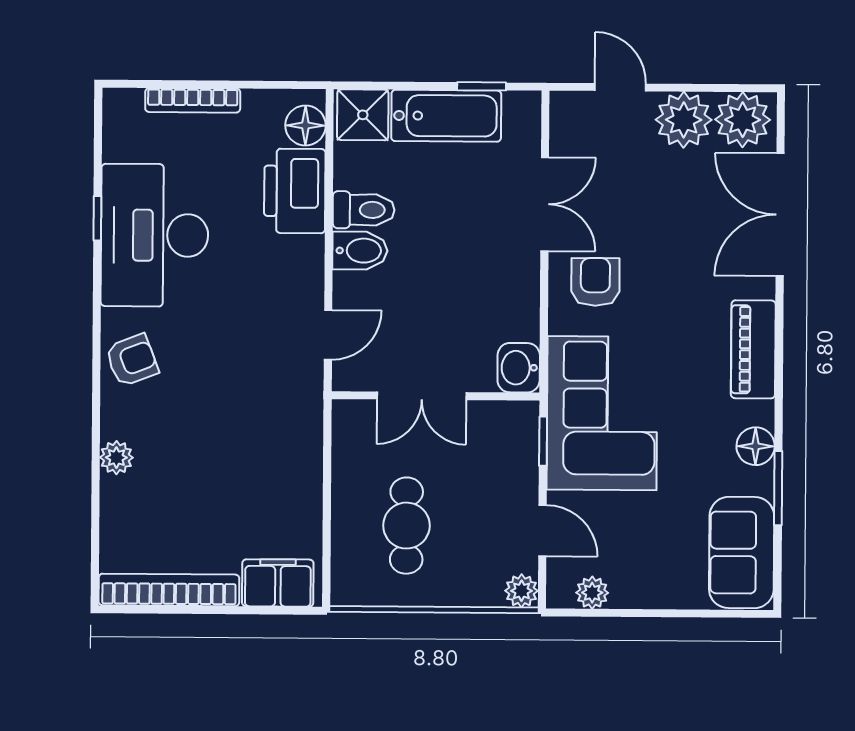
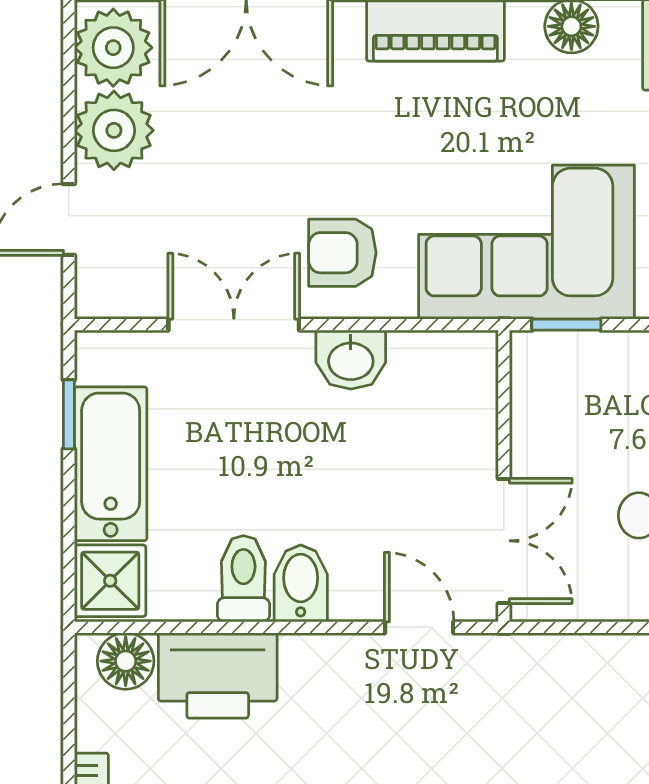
washbasin: (519, 368) -> (351, 360), moved
double door: (422, 396) -> (504, 541), moved

